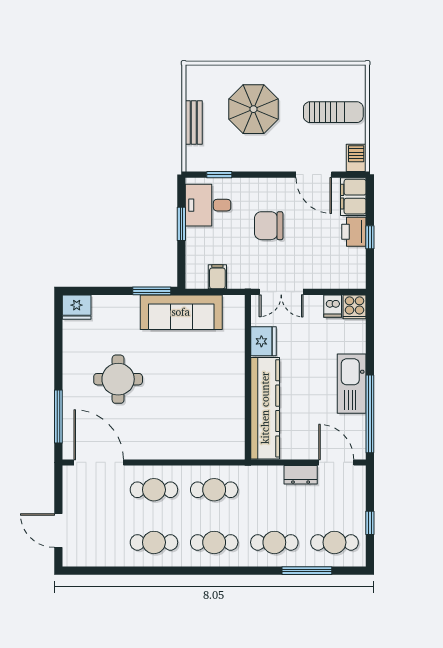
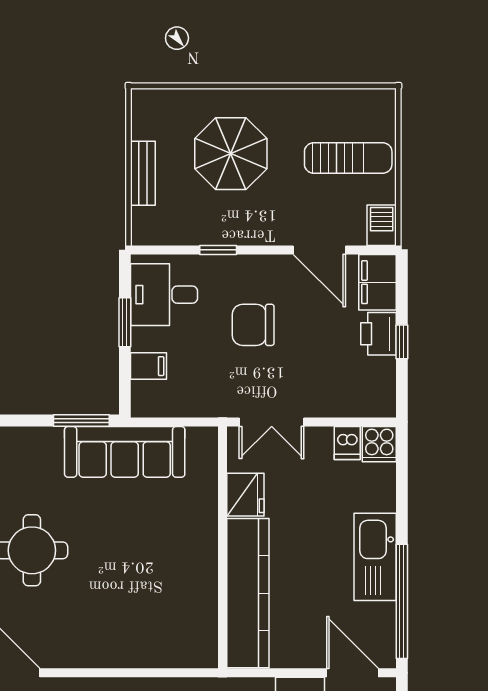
window: (219, 175) -> (218, 250), moved
filing cabinet: (217, 277) -> (149, 366), moved, turned 90

